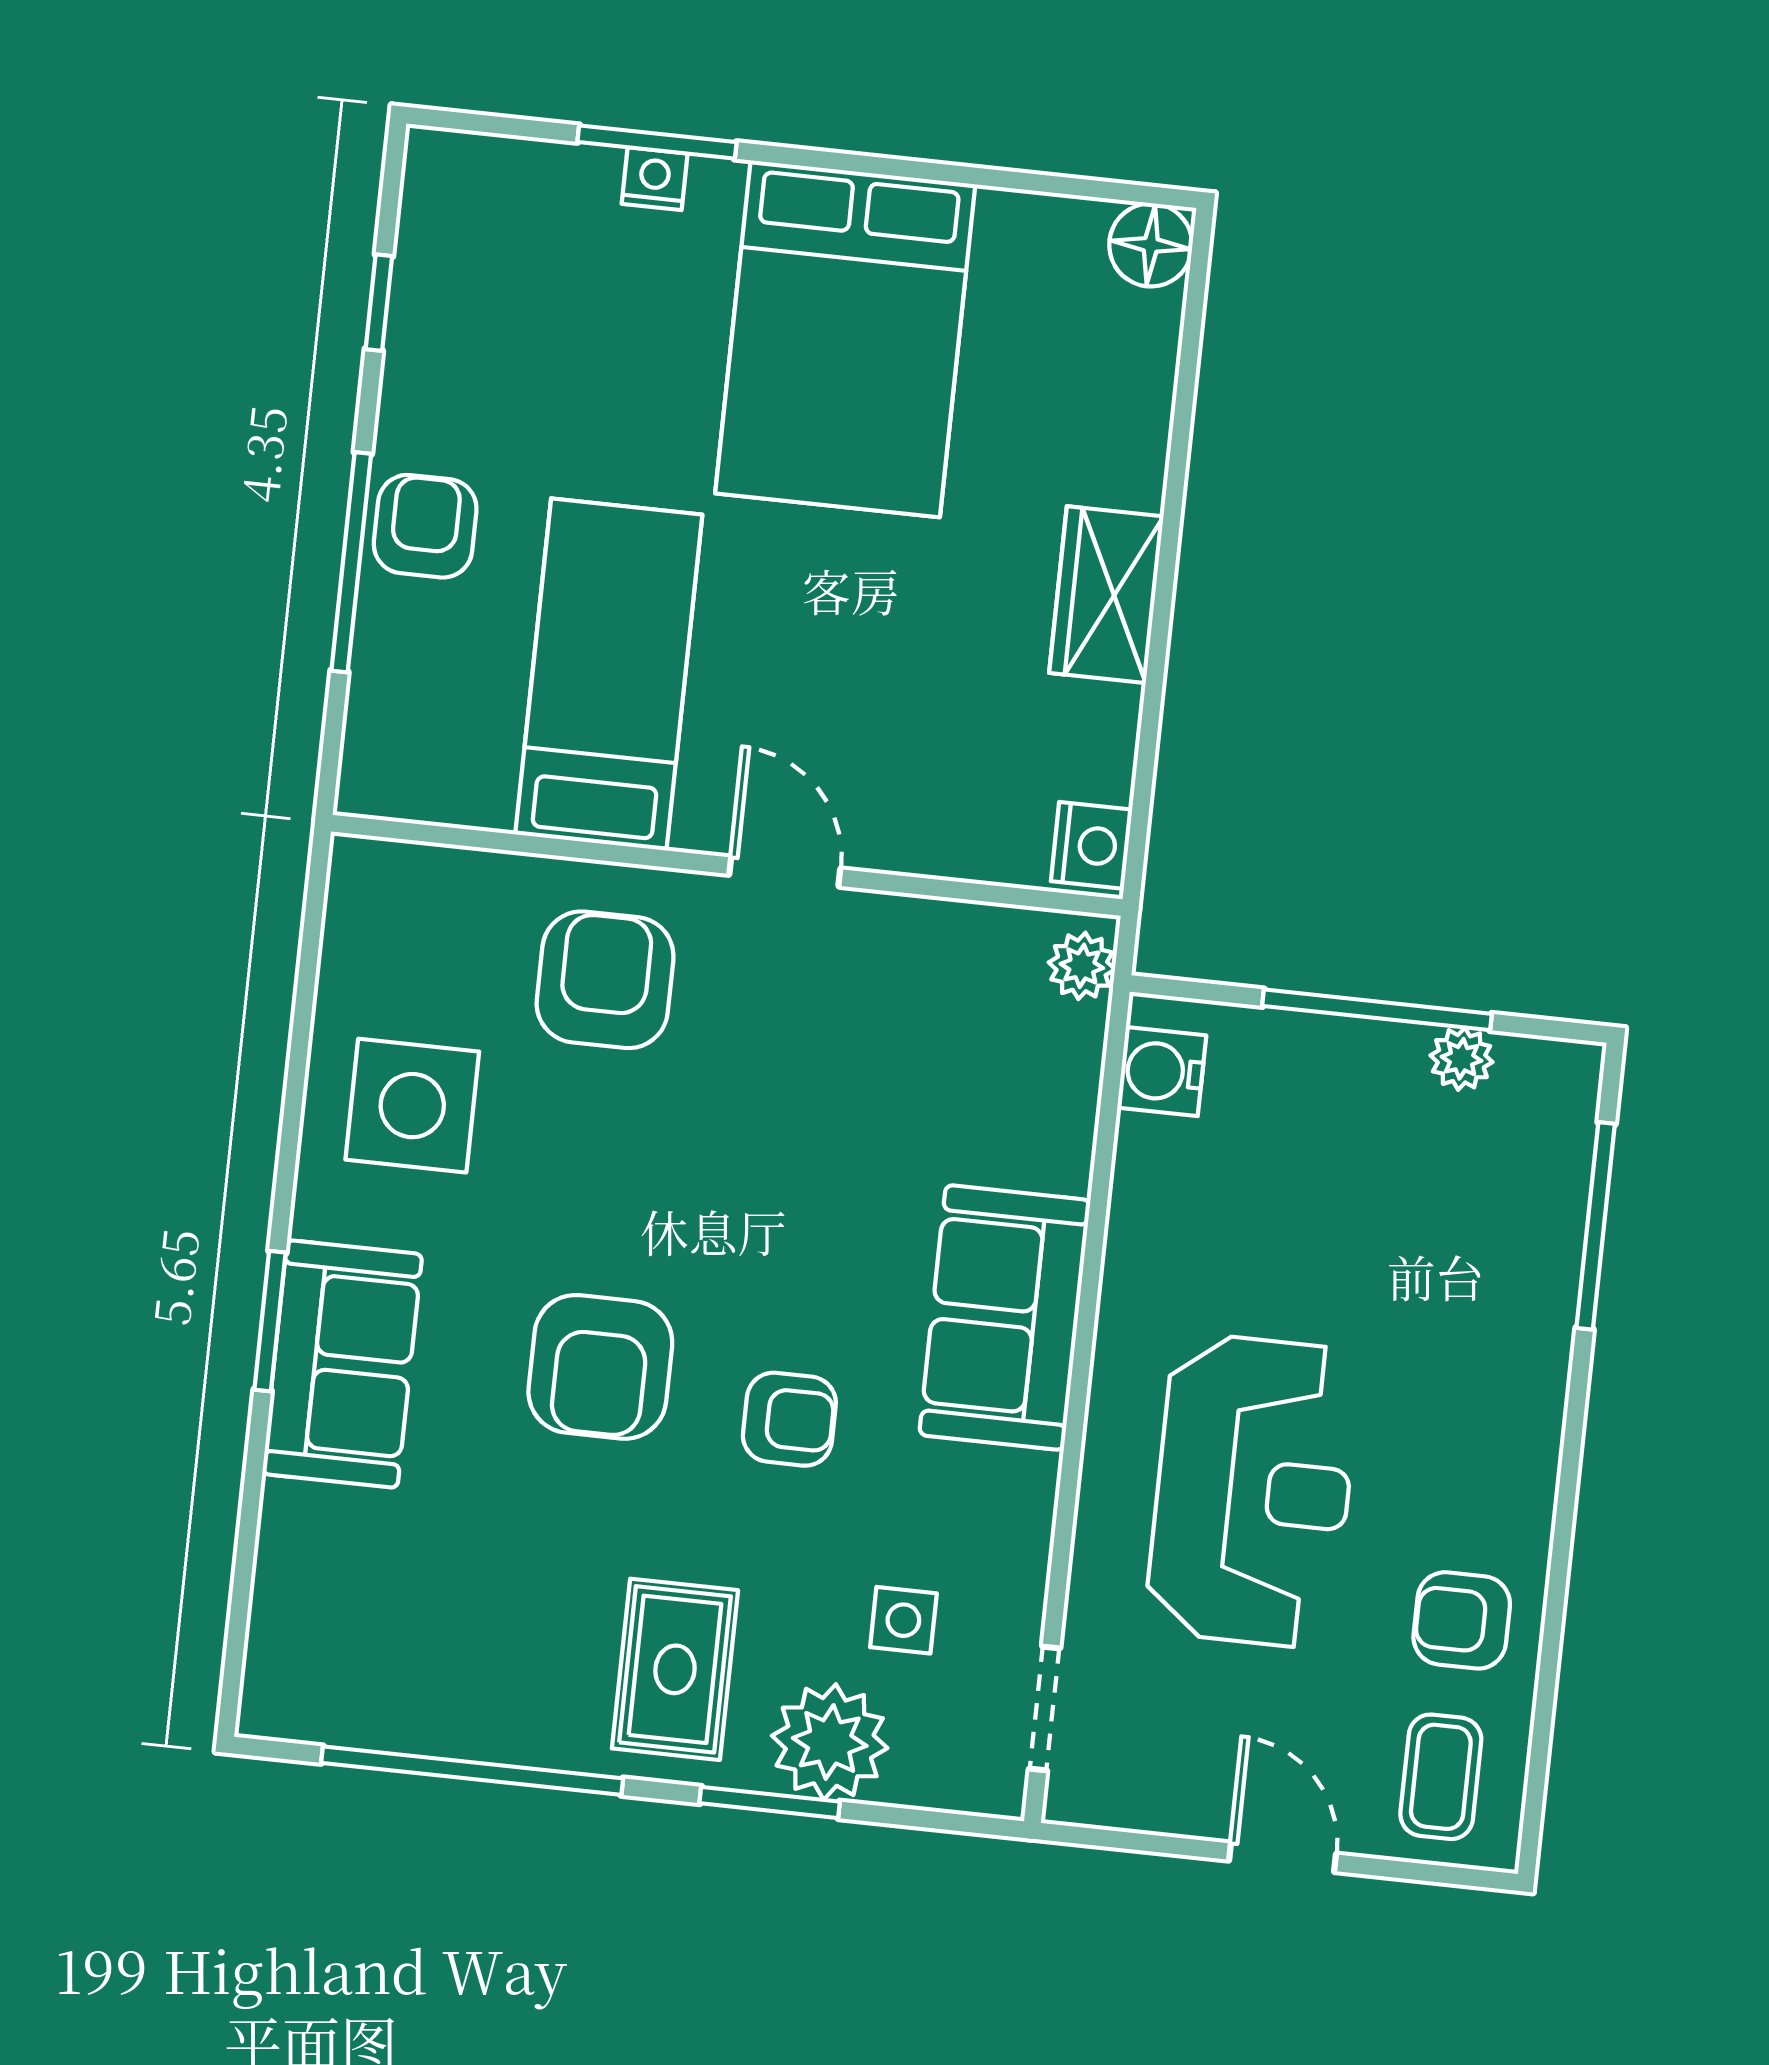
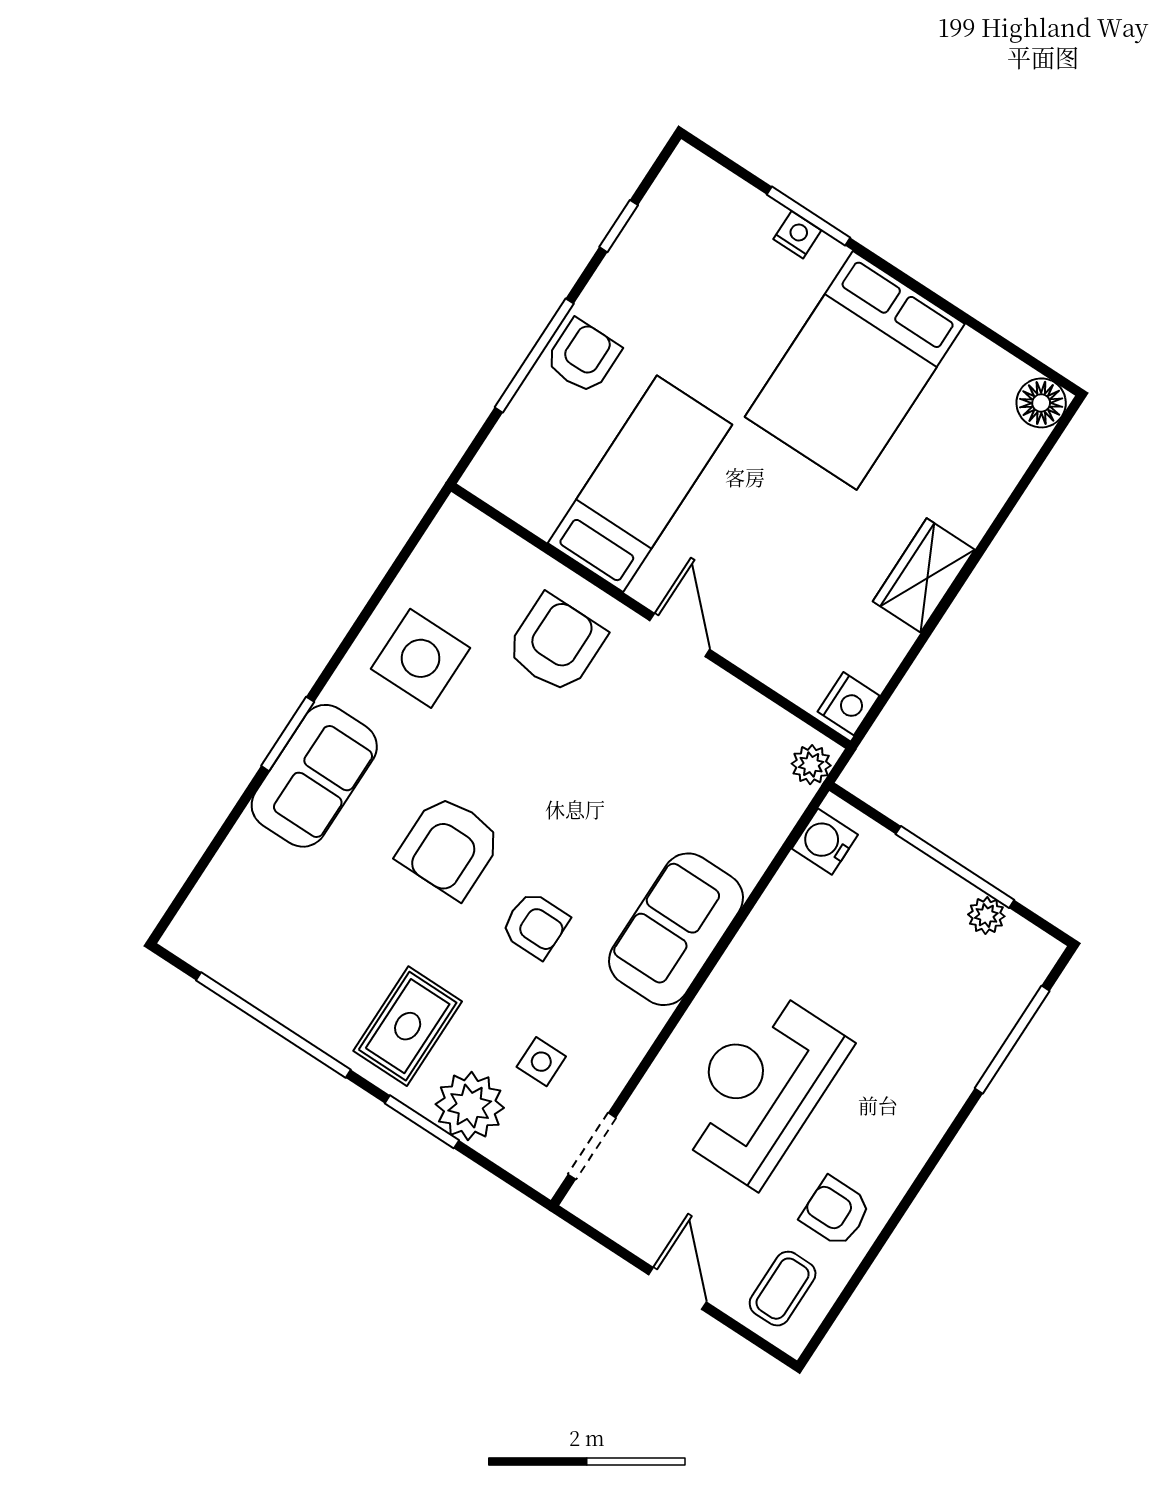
reception desk: (1253, 1491) -> (760, 1087), turned 180

